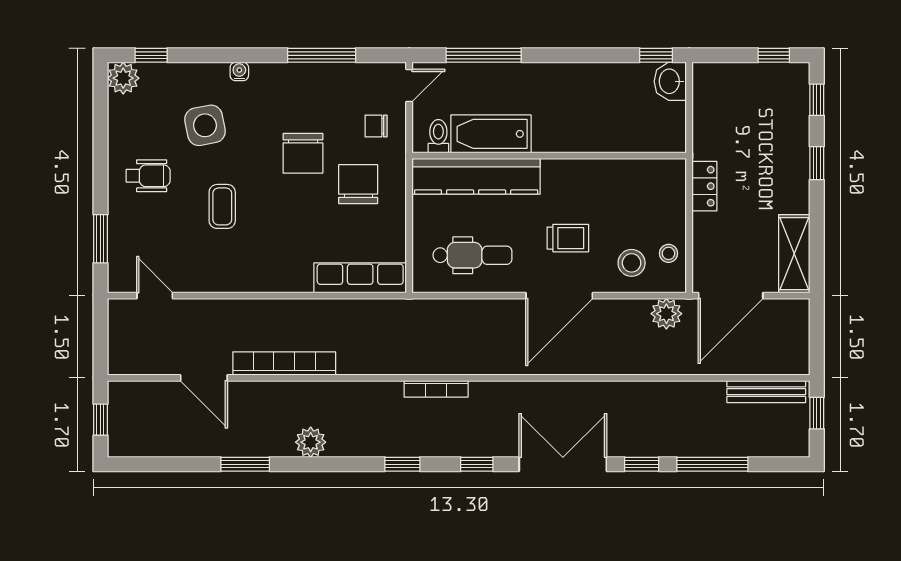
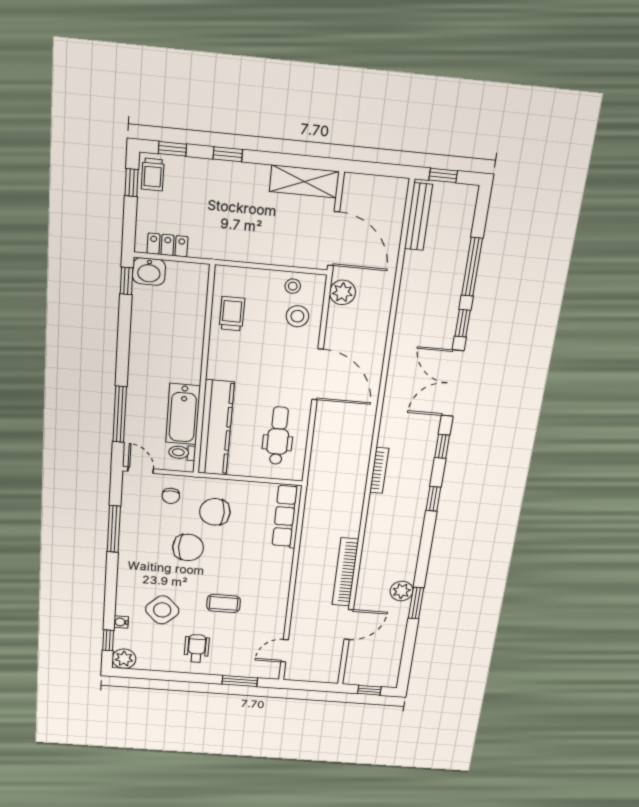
water cooler: (239, 71) -> (121, 622), moved
trolley: (785, 79) -> (153, 175), added
side table: (205, 125) -> (162, 610), turned -33
locker: (704, 186) -> (167, 245), moved
trolley: (568, 238) -> (232, 314), moved
plant: (311, 442) -> (402, 591), moved

